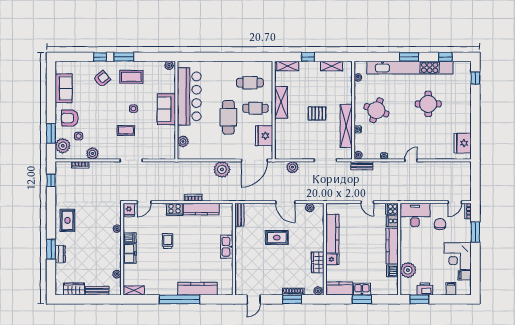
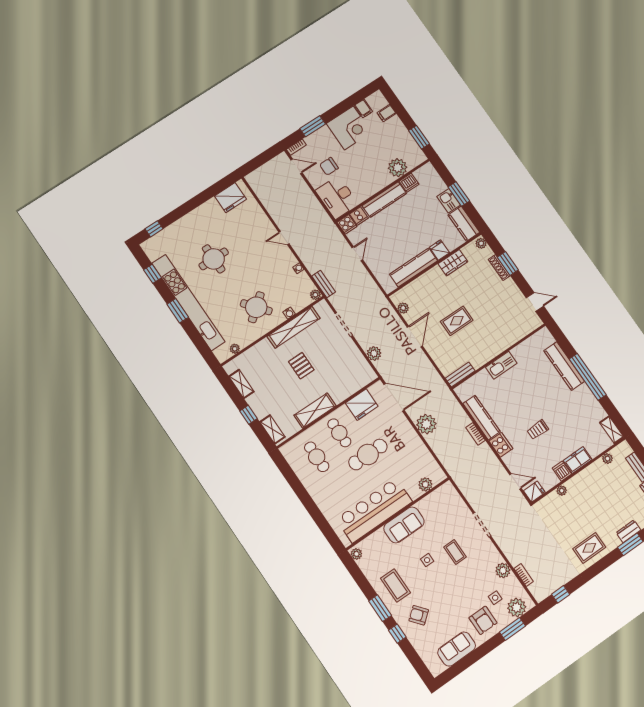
round table: (376, 110) -> (256, 307), turned 31
rug: (277, 238) -> (457, 321), turned 90
printer: (425, 289) -> (405, 139), removed

